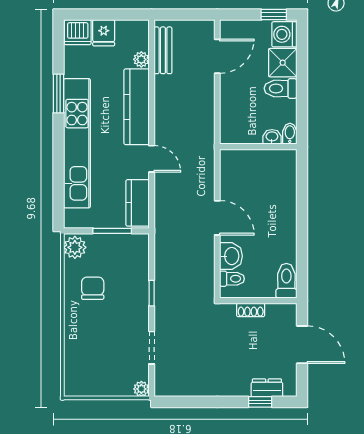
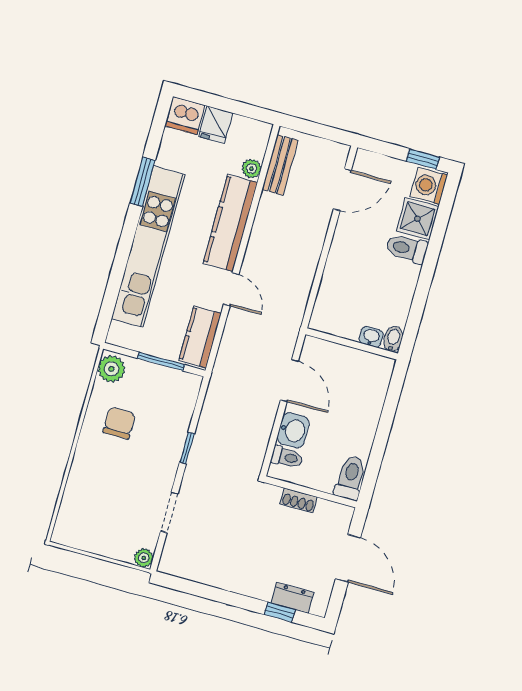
bidet: (290, 134) -> (393, 339), moved
washbasin: (272, 137) -> (371, 337), moved
wall: (258, 147) -> (352, 344), moved

